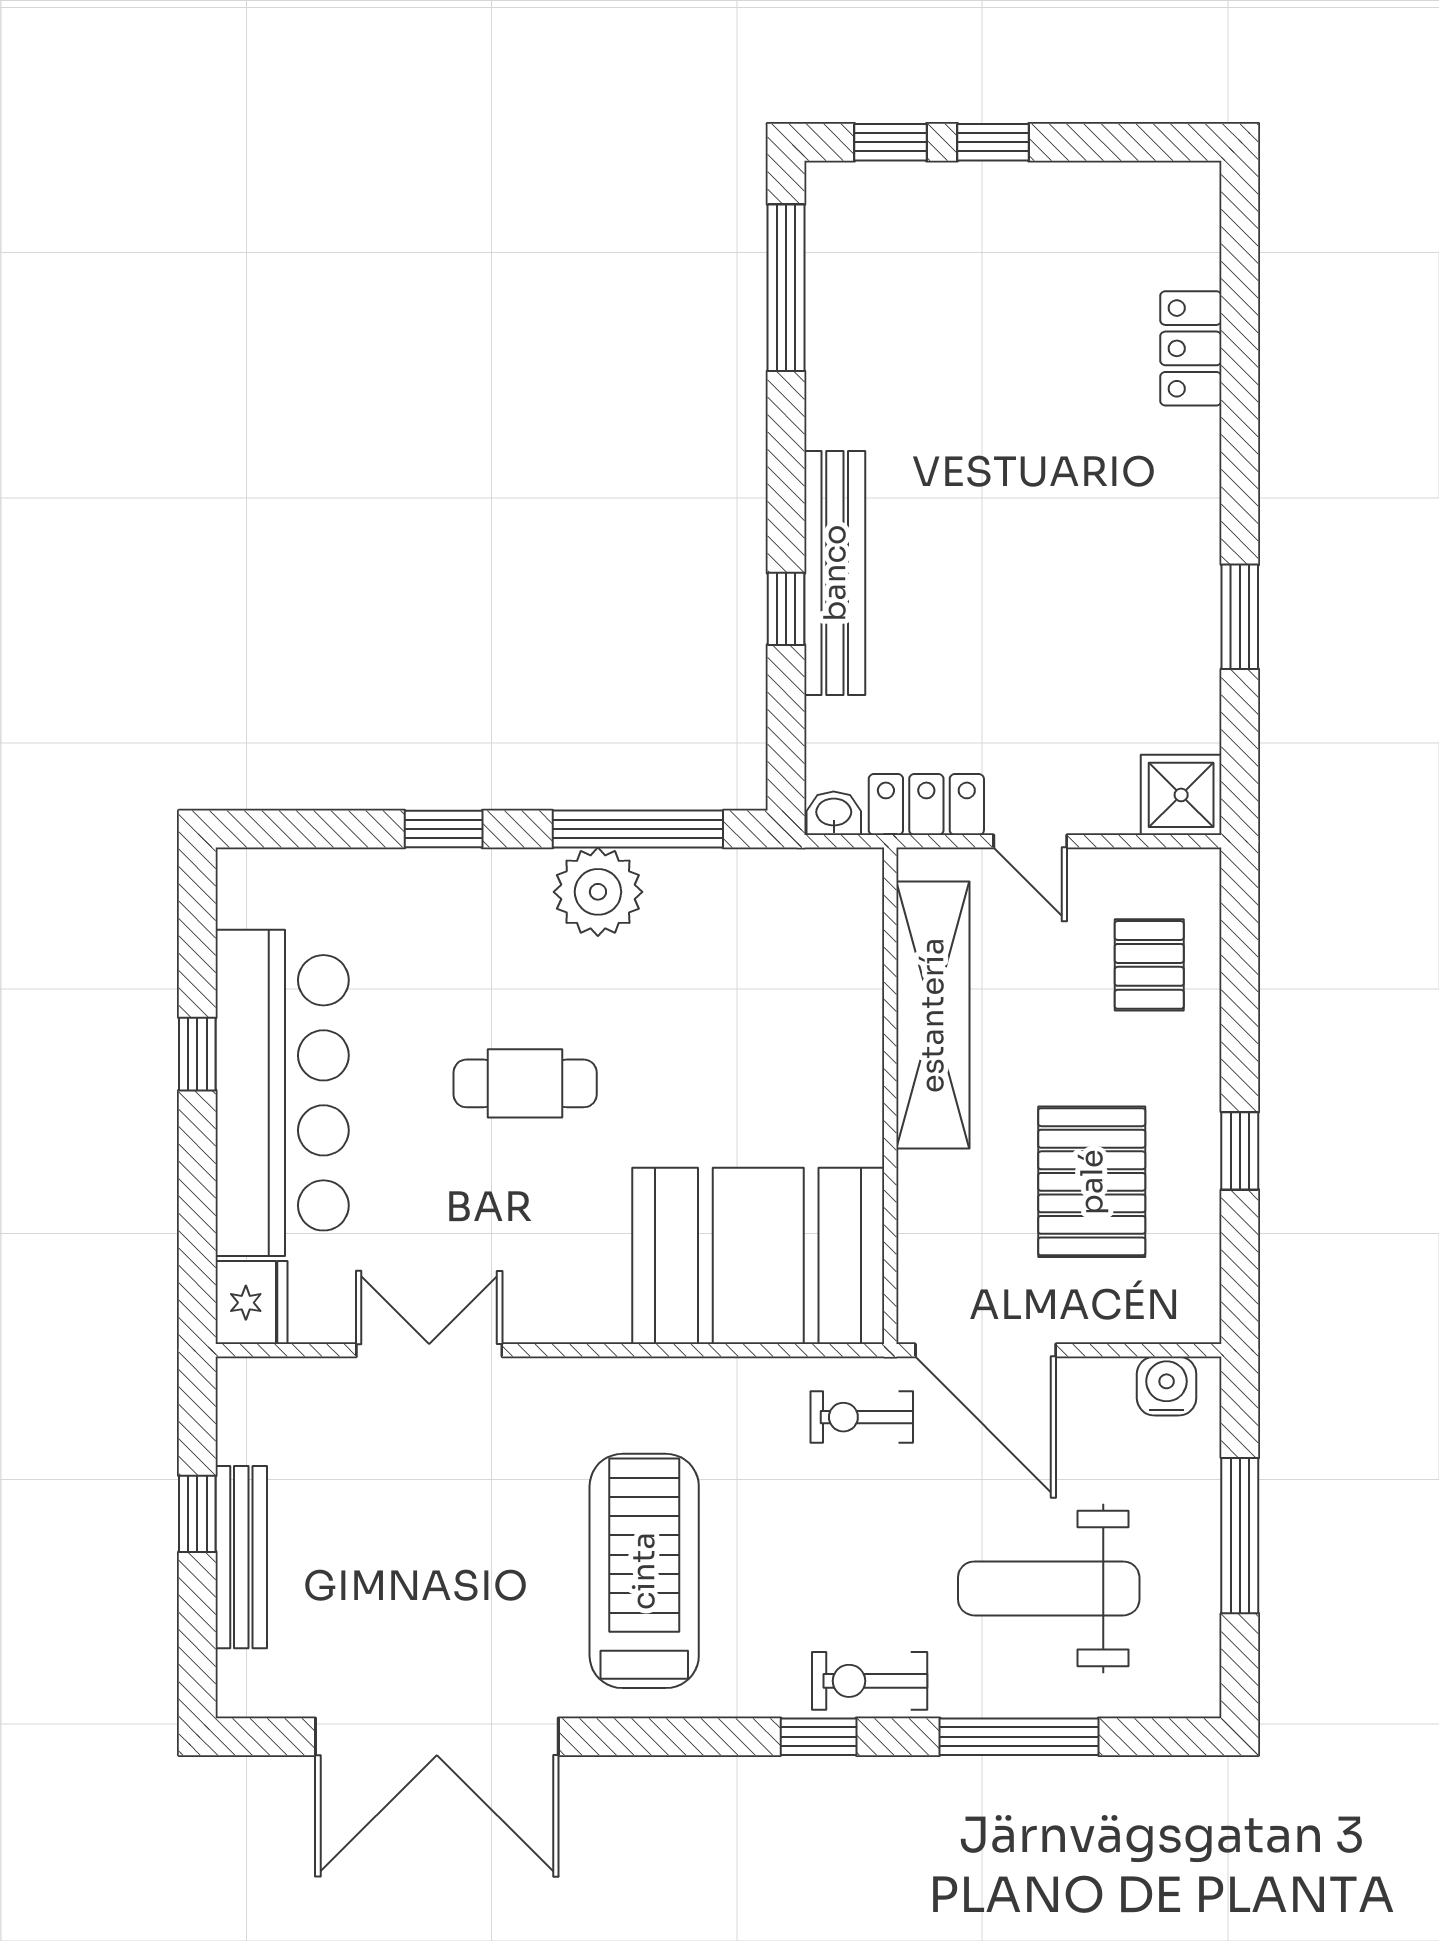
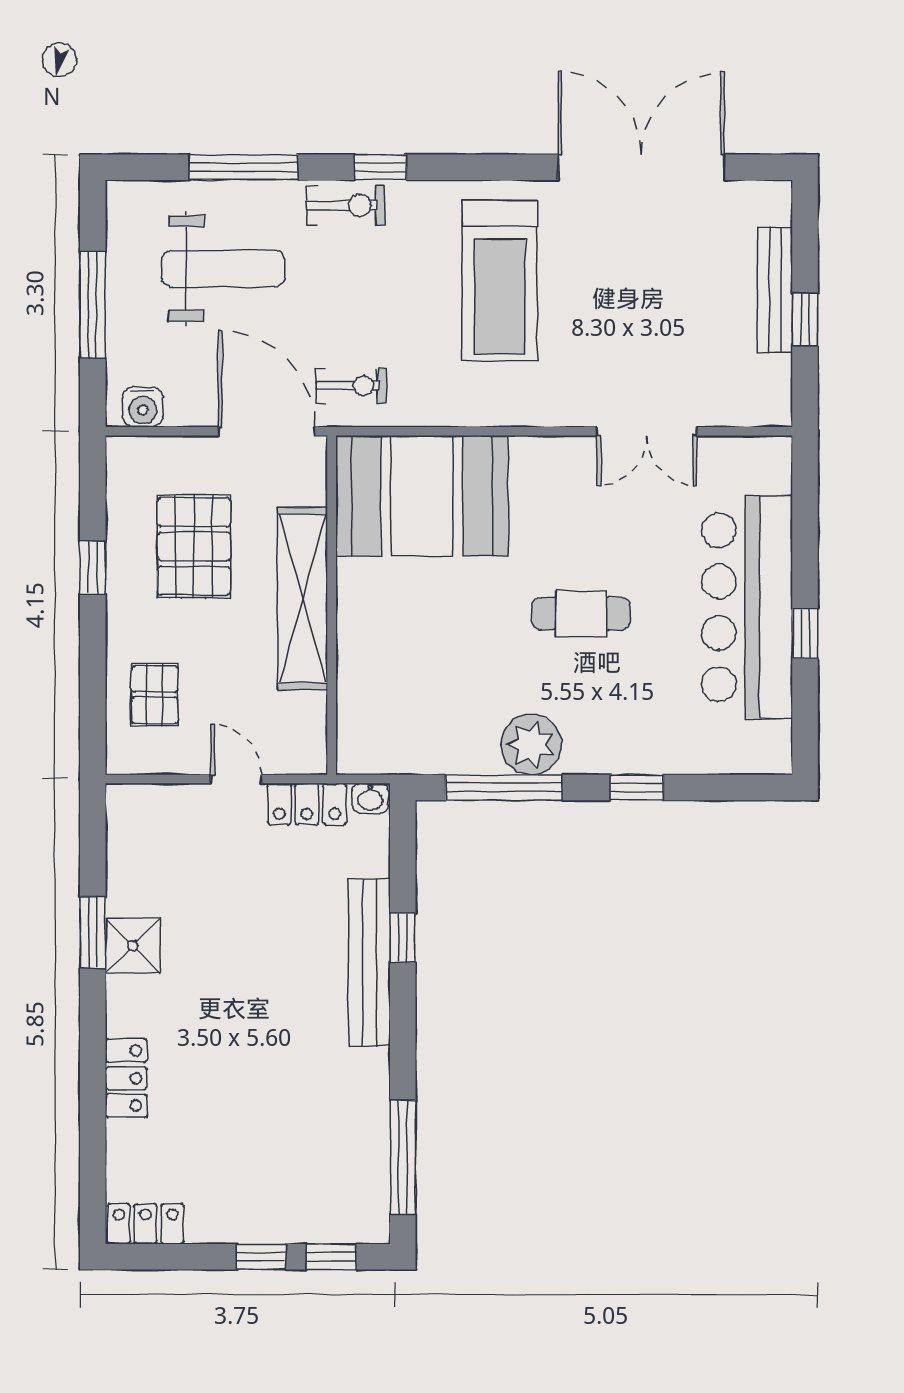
locker: (1163, 190) -> (146, 1224), added
locker: (1191, 348) -> (126, 1078), moved
shower: (1181, 795) -> (133, 946), moved
shelving: (933, 1015) -> (302, 598), moved
fridge: (252, 1303) -> (768, 464), removed

